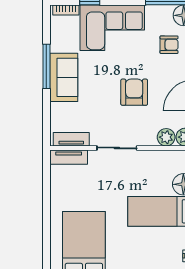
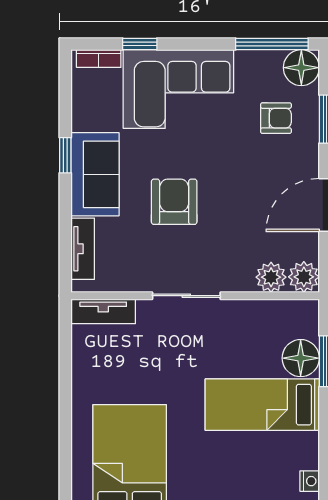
window: (46, 66) -> (65, 155), width x0.46
armchair: (134, 92) -> (174, 202), moved
tv unit: (71, 139) -> (83, 249), moved, turned 90

